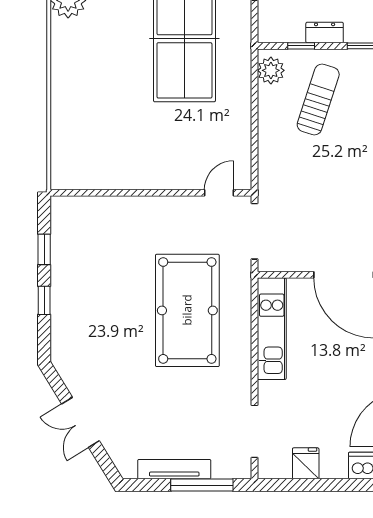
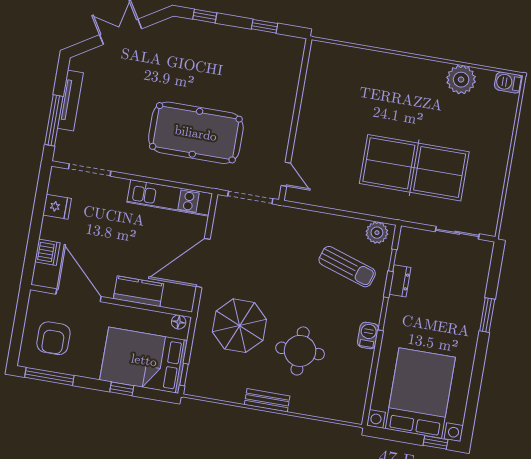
window: (44, 300) -> (205, 16), moved

